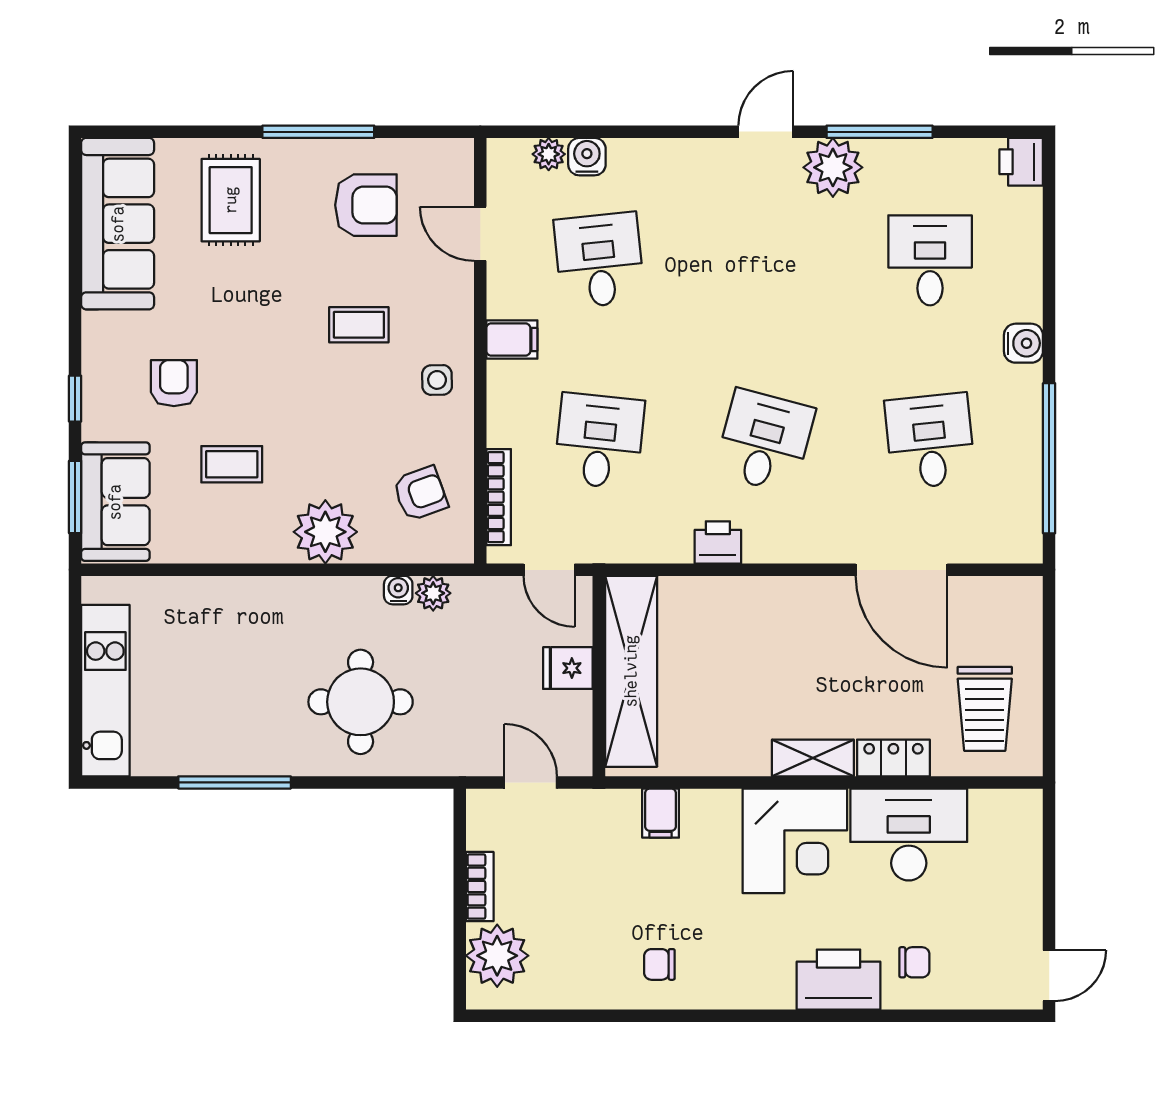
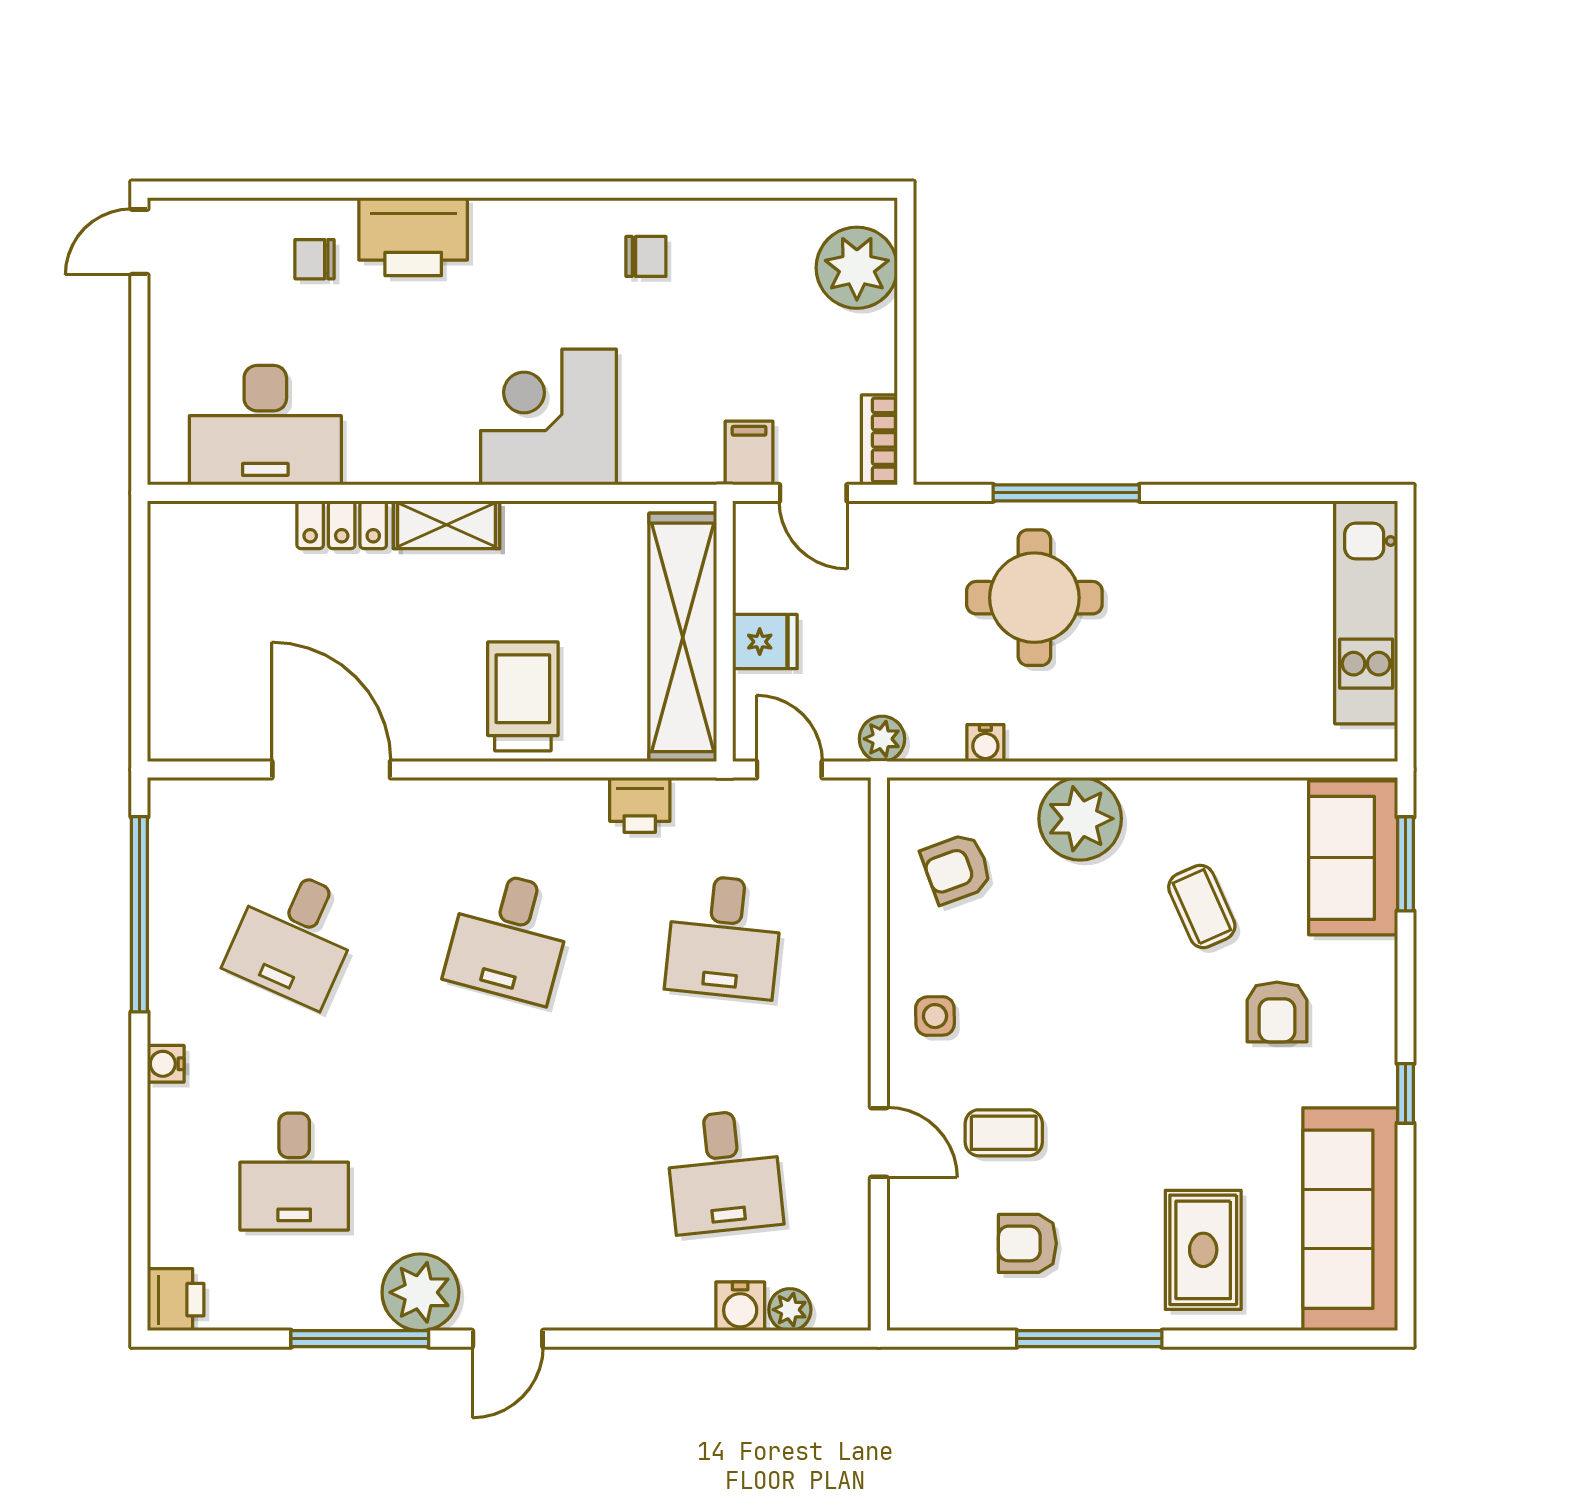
armchair: (366, 205) -> (1027, 1243), width x0.72, depth x0.72
door: (480, 234) -> (879, 1143), moved
coffee table: (359, 325) -> (1004, 1133), moved
filing cabinet: (512, 340) -> (838, 1069), removed
water cooler: (1023, 343) -> (166, 1064), width x0.72, depth x0.72
window: (75, 399) -> (1406, 1093), moved
desk: (930, 441) -> (294, 937), turned 30
coffee table: (232, 464) -> (1202, 906), turned 66
bookcase: (499, 497) -> (855, 864), removed
printer: (718, 542) -> (640, 805), moved
plant: (433, 593) -> (882, 739), moved
trolley: (985, 709) -> (523, 696), moved
window: (235, 782) -> (1066, 493), moved
filing cabinet: (661, 813) -> (749, 453), moved
desk: (909, 835) -> (265, 425), moved
corner desk: (795, 841) -> (548, 417), moved
bookcase: (480, 887) -> (879, 440), moved

